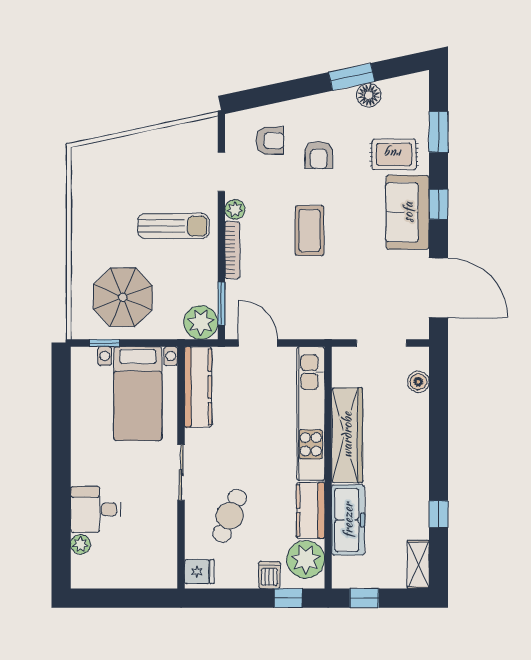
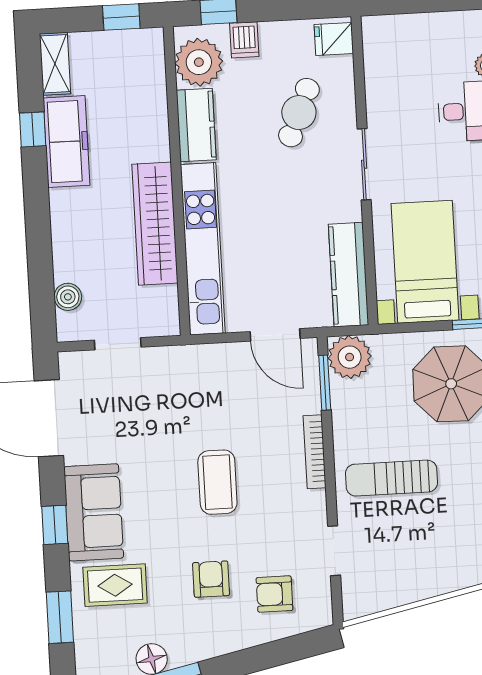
plant: (235, 209) -> (314, 504), removed
doorway: (381, 343) -> (118, 344), width x0.73
freezer: (348, 520) -> (66, 142), moved, turned 180

